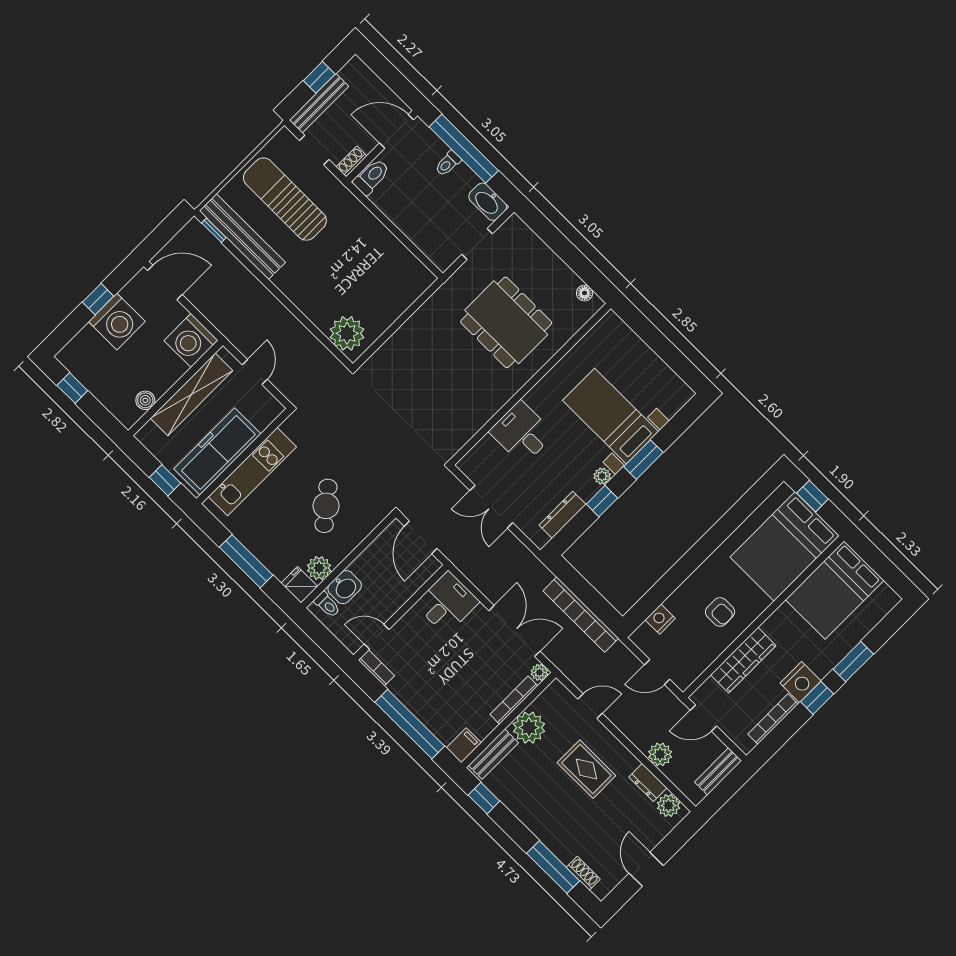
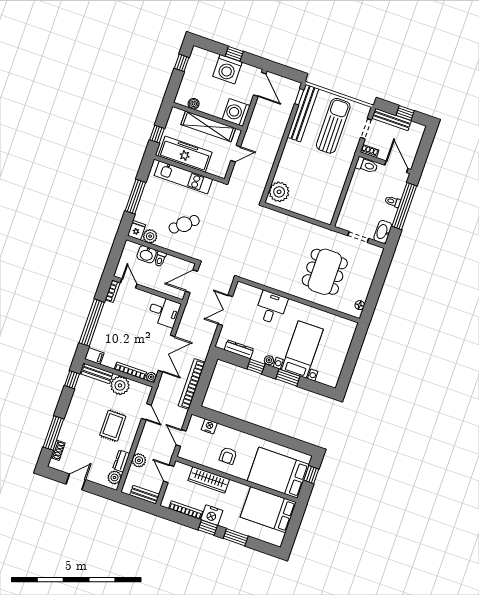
toilet: (327, 605) -> (160, 259), moved

